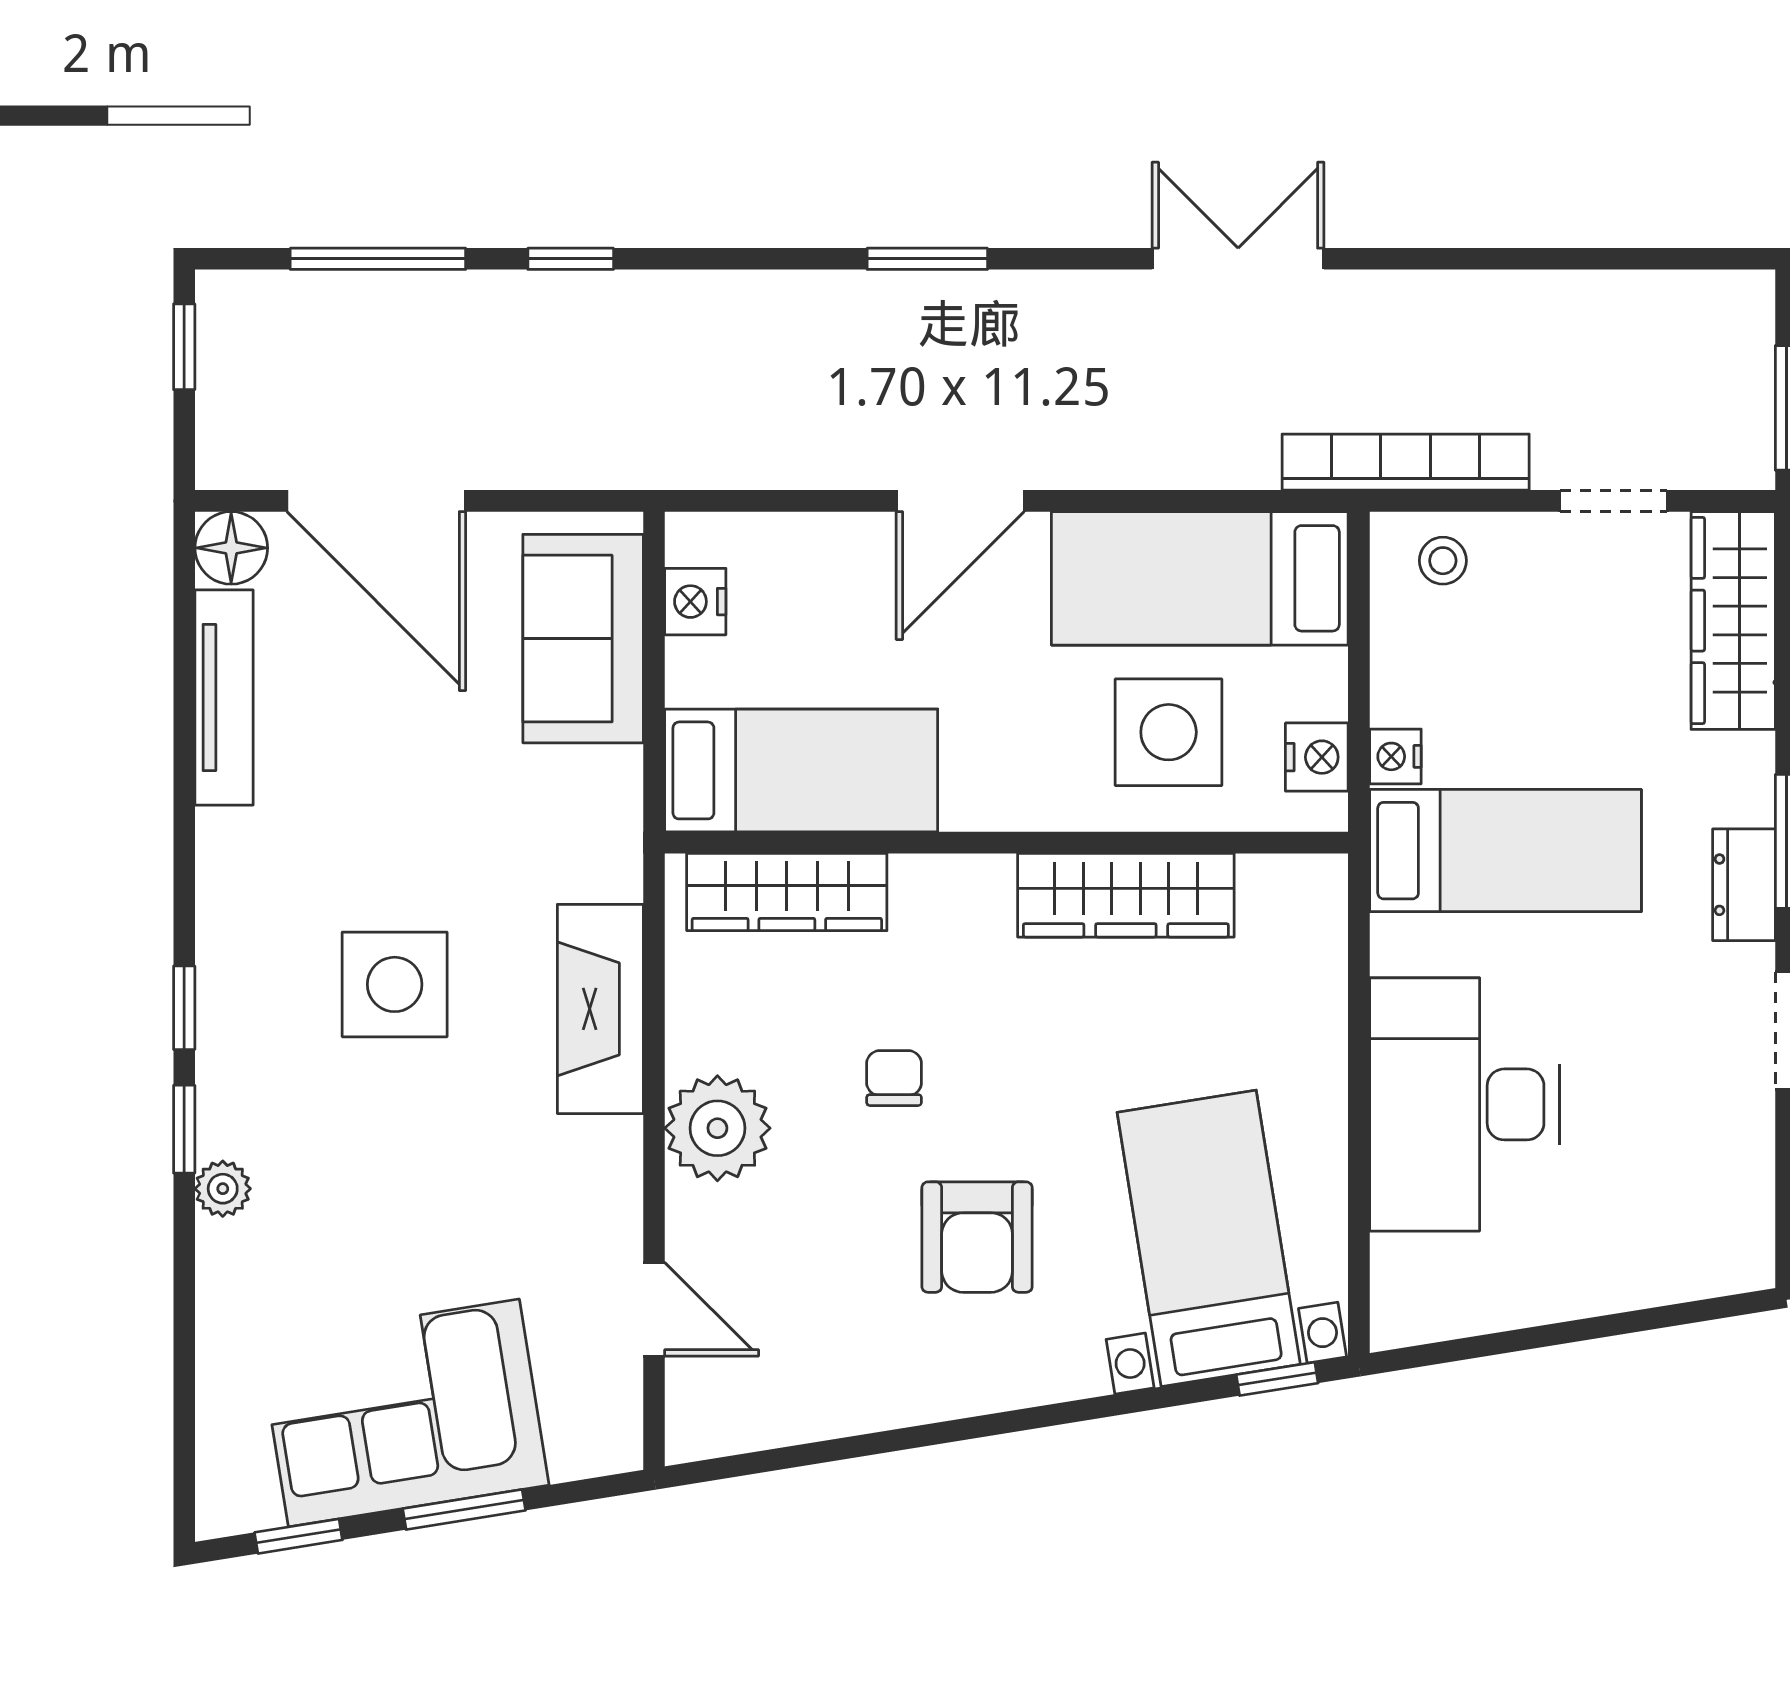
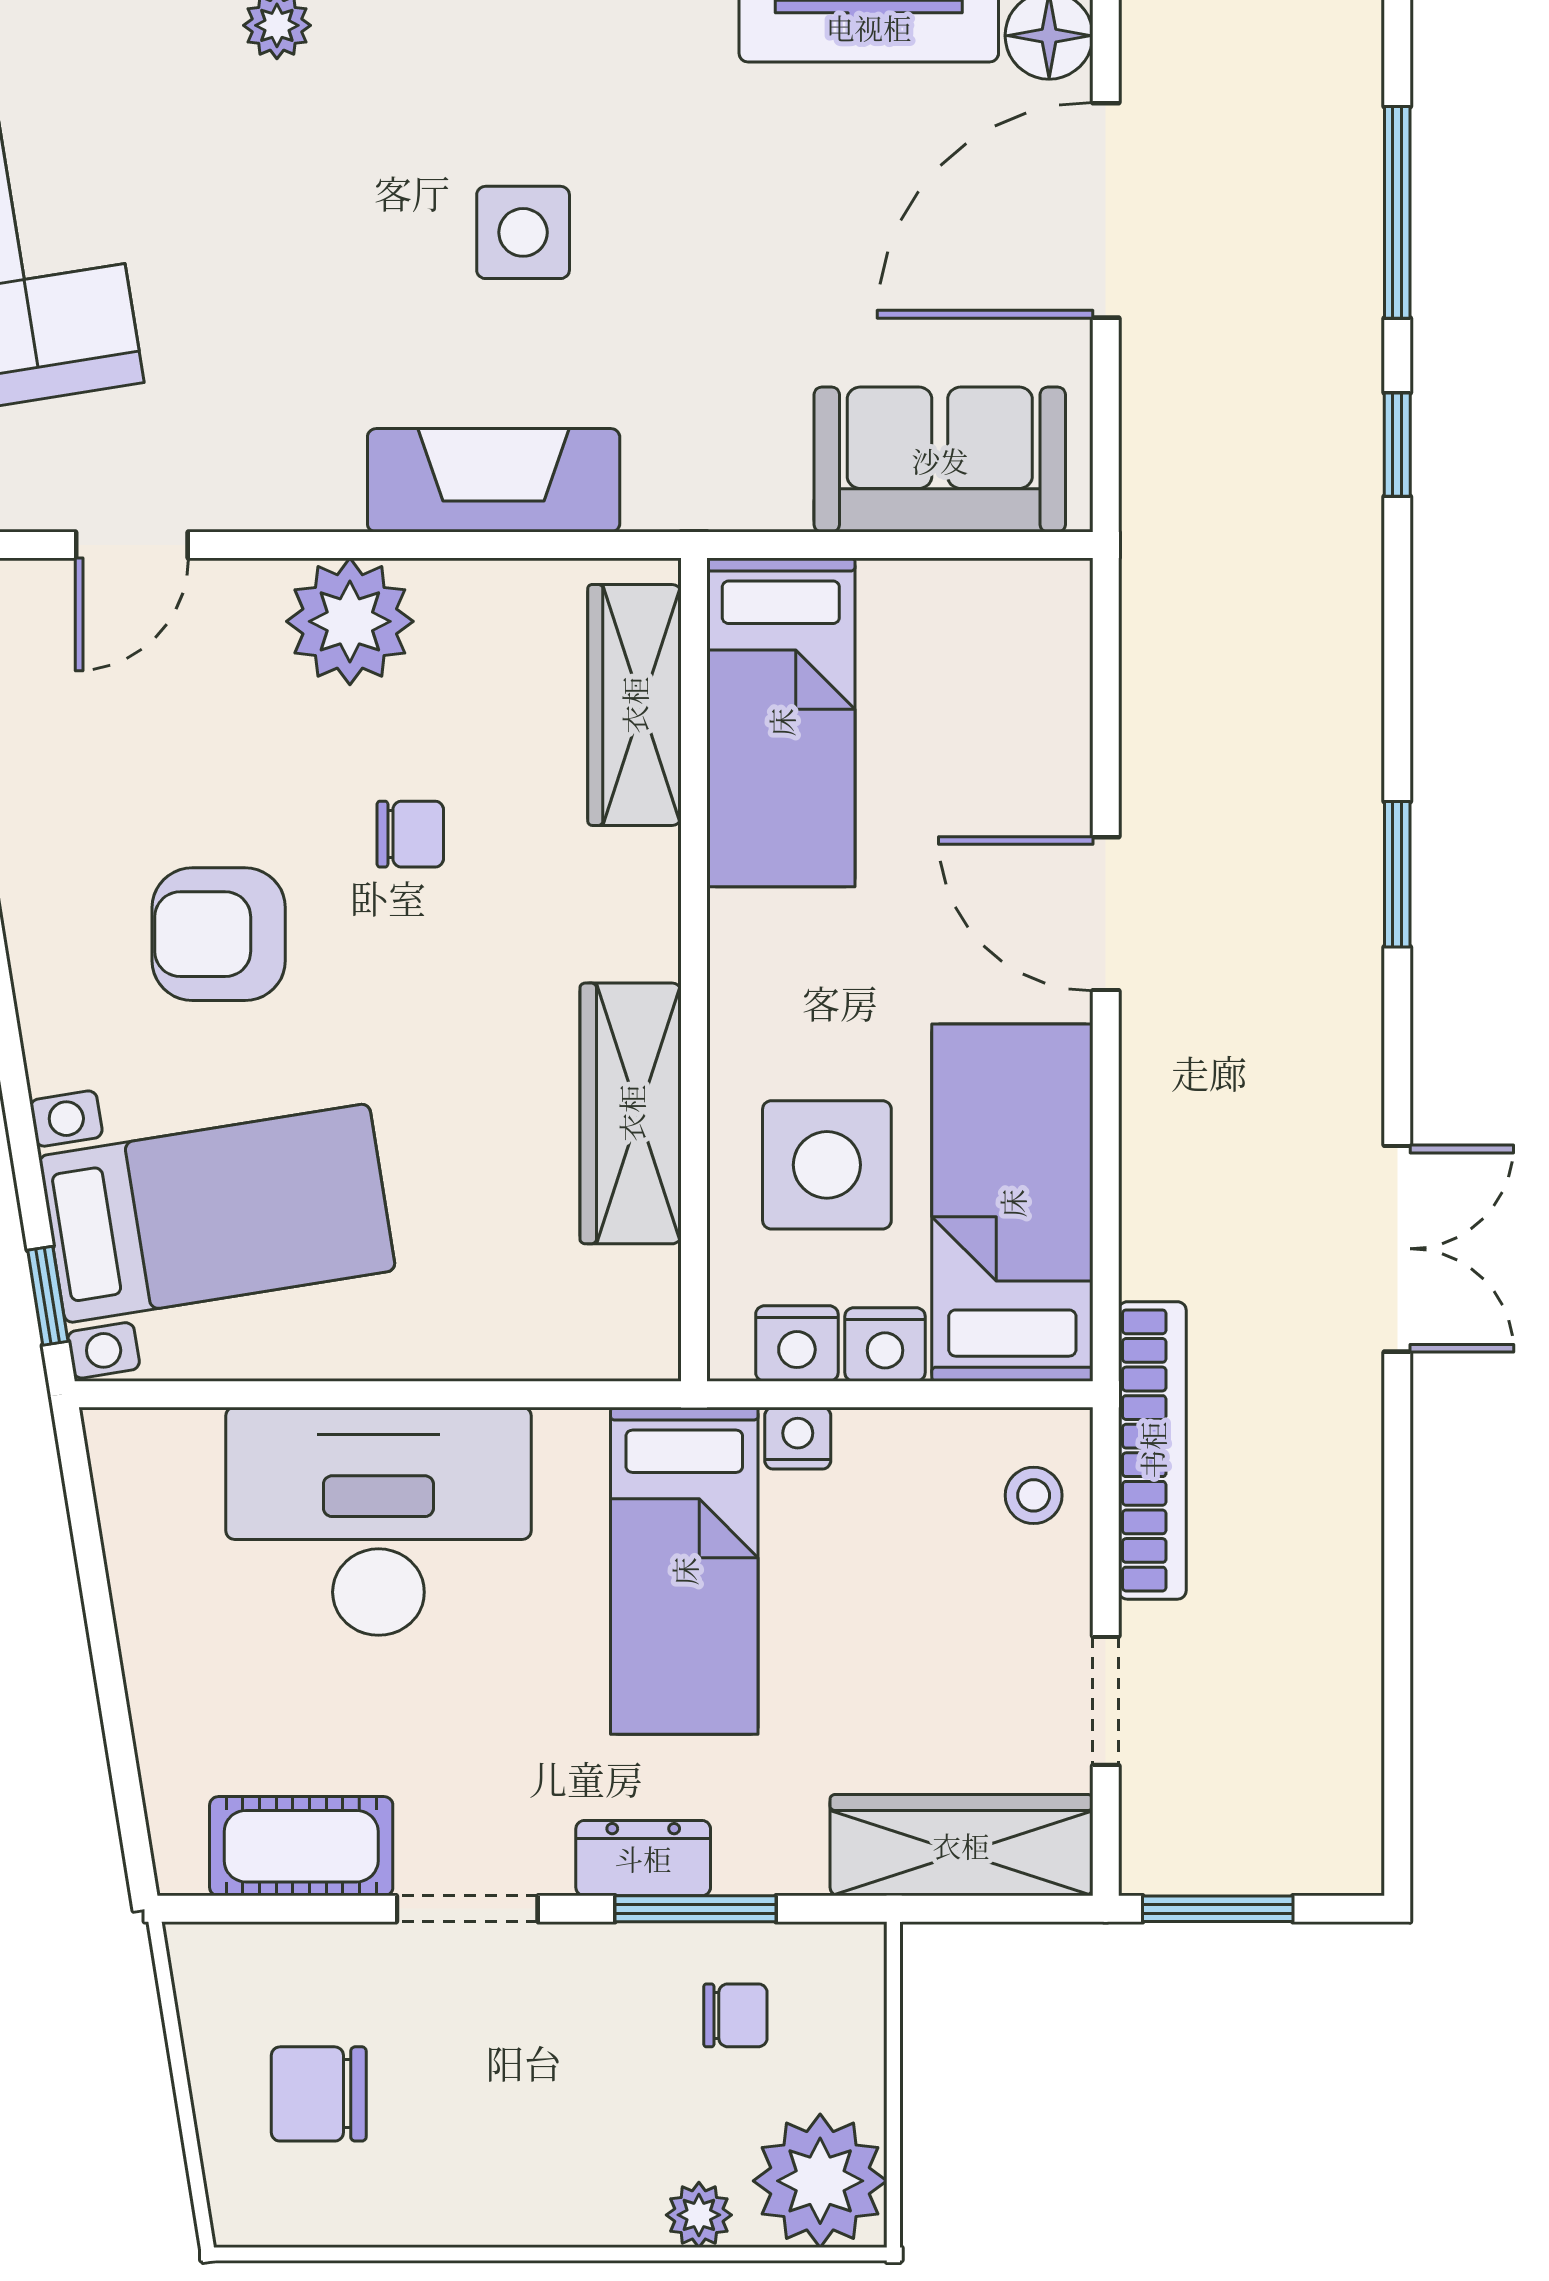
nightstand: (695, 602) -> (885, 1344), moved, turned 180
side table: (395, 984) -> (523, 232), width x0.73, depth x0.73
cot: (1734, 1169) -> (301, 1846), added

